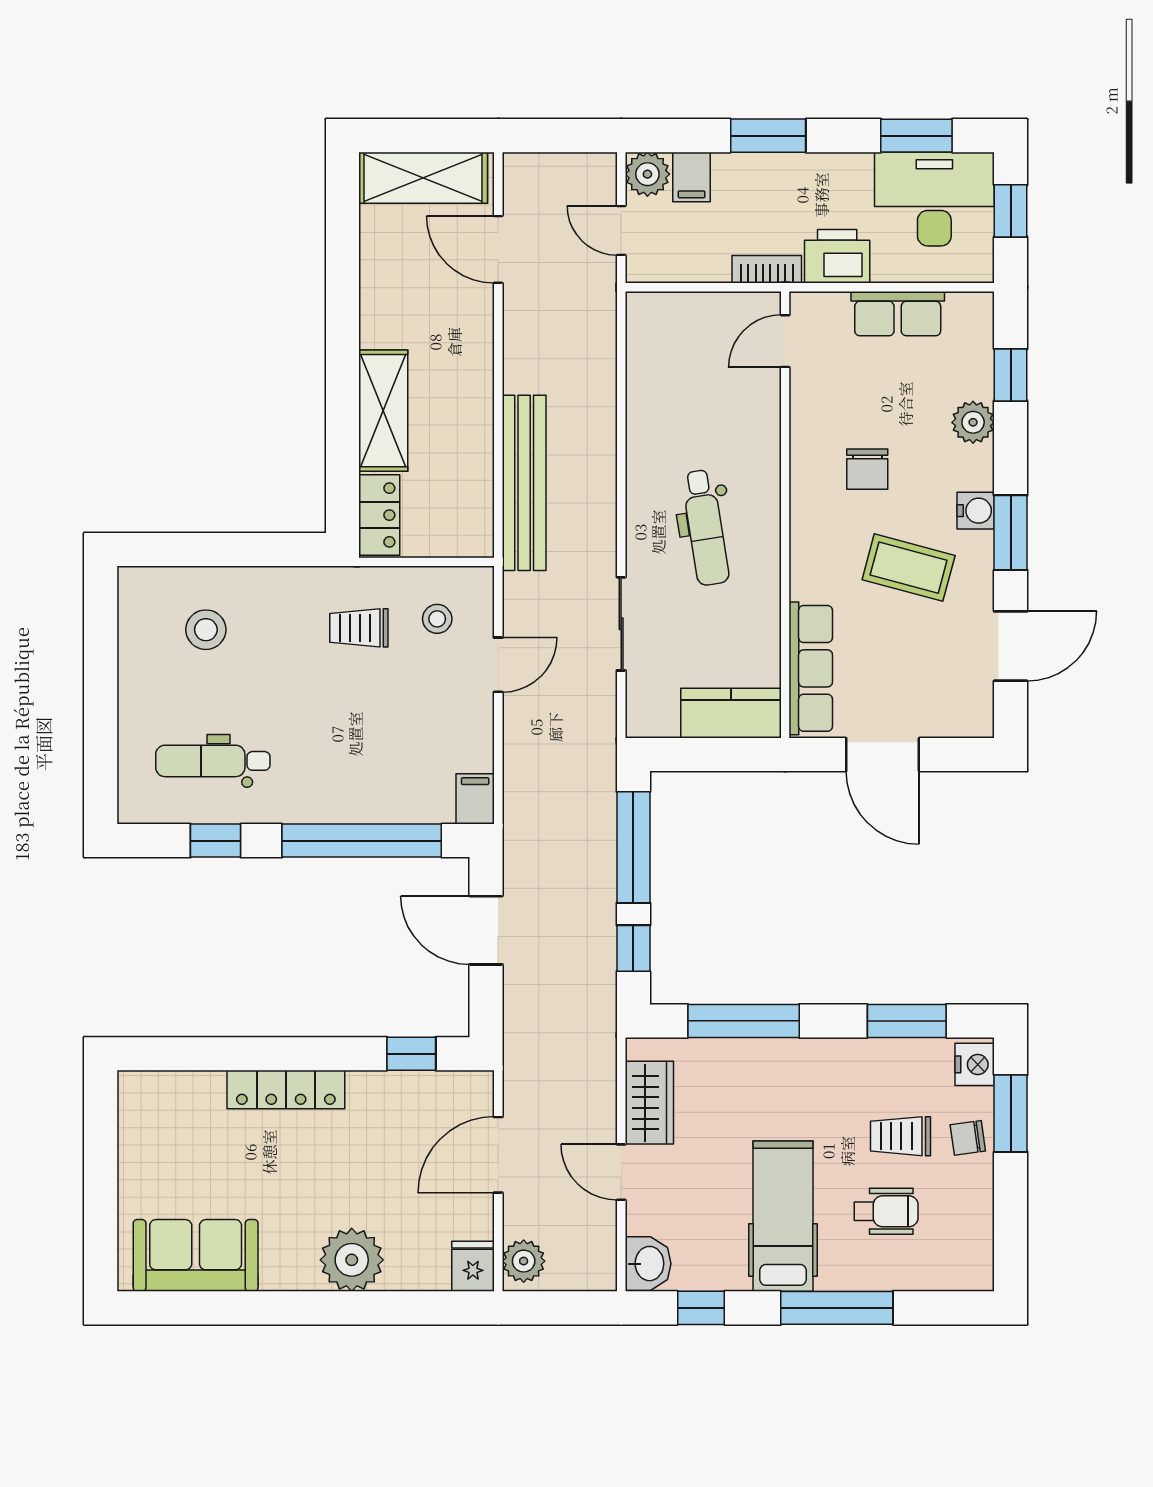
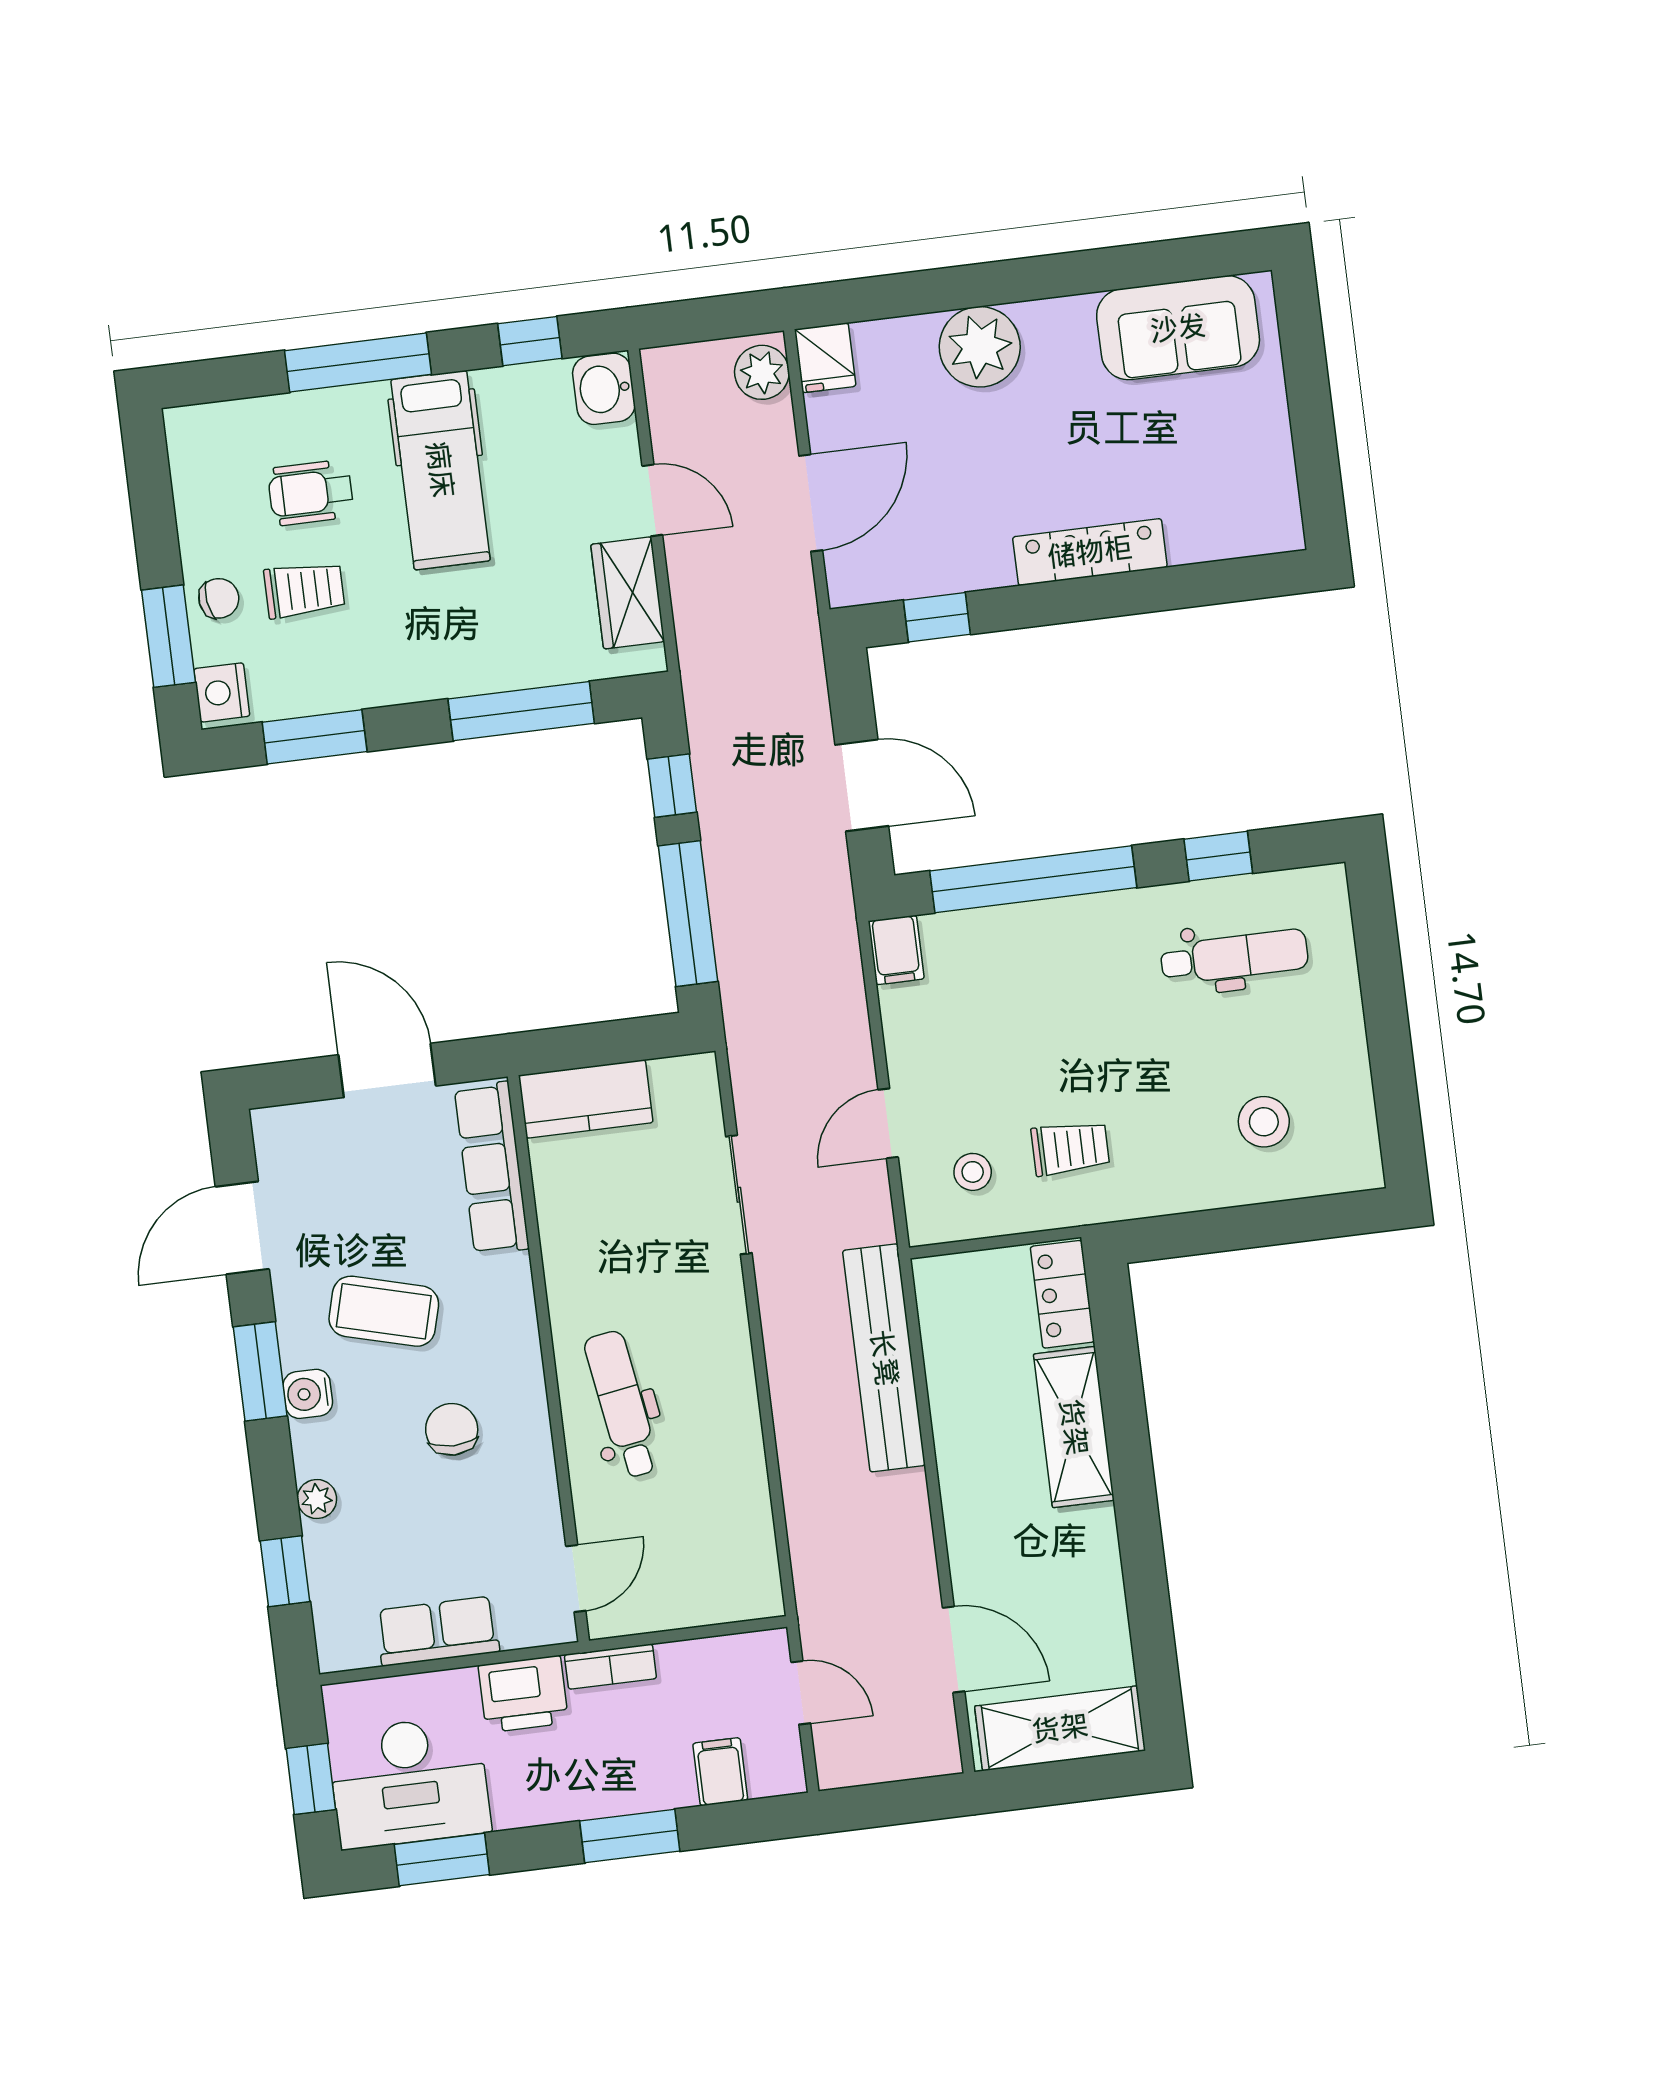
plant: (647, 174) -> (776, 1768), removed
plant: (973, 422) -> (317, 1499), width x0.73, depth x0.73
dental chair: (705, 528) -> (622, 1404), moved

